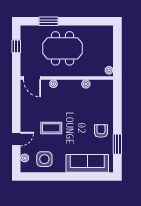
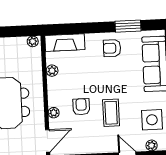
fireplace: (107, 95) -> (65, 43), added
armchair: (57, 105) -> (81, 107), added

